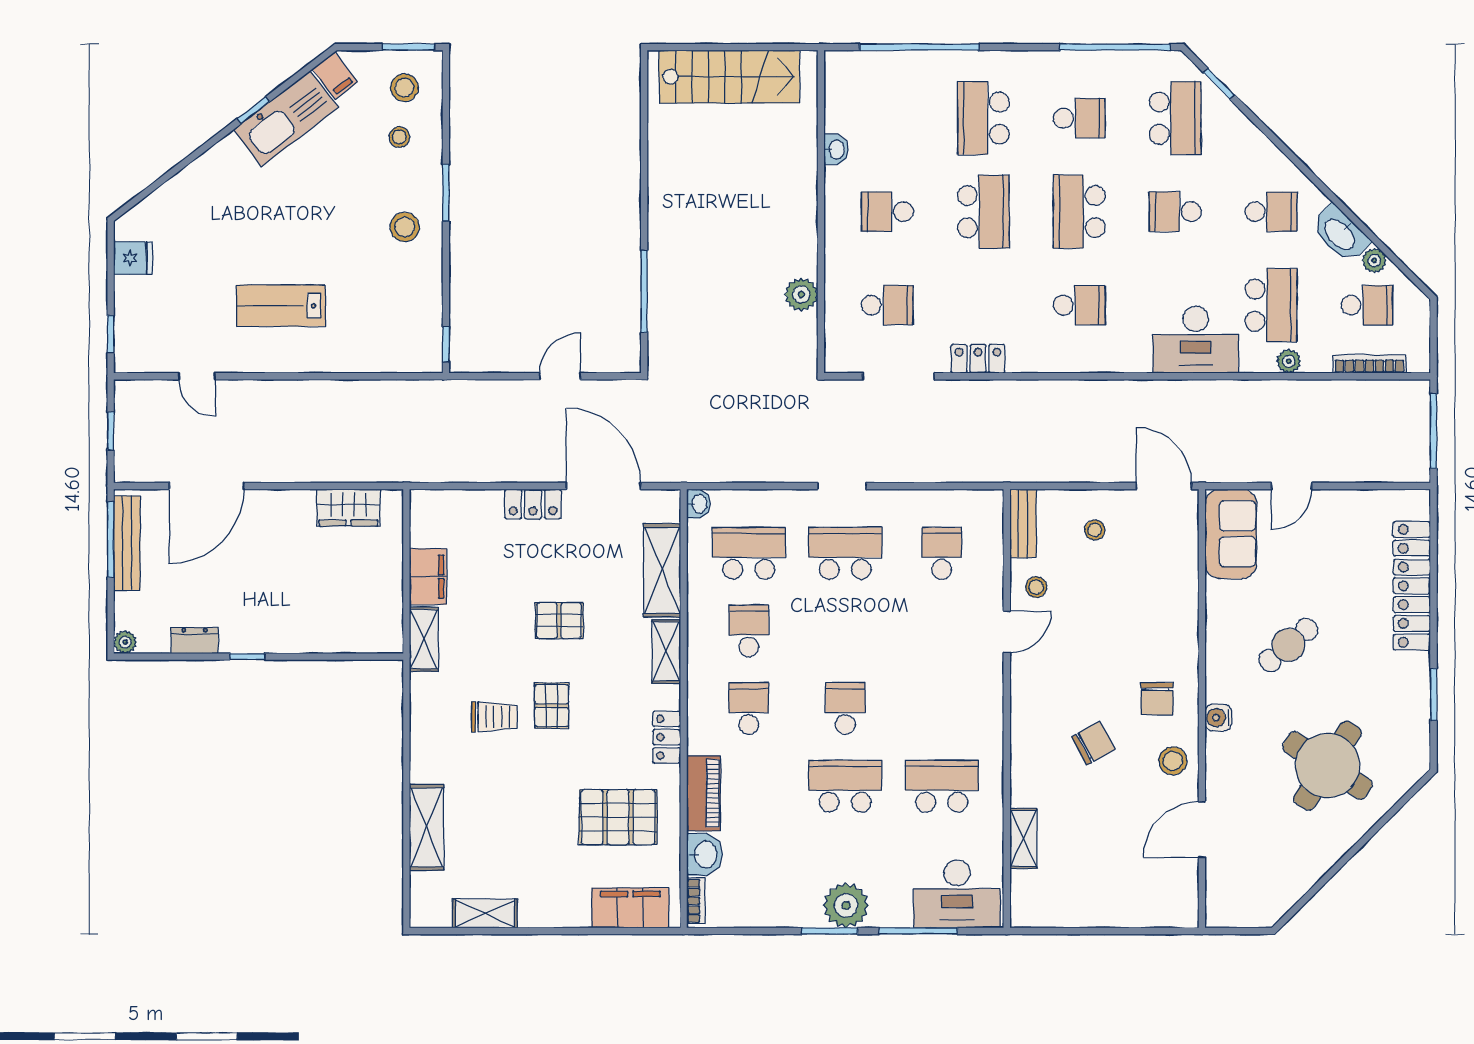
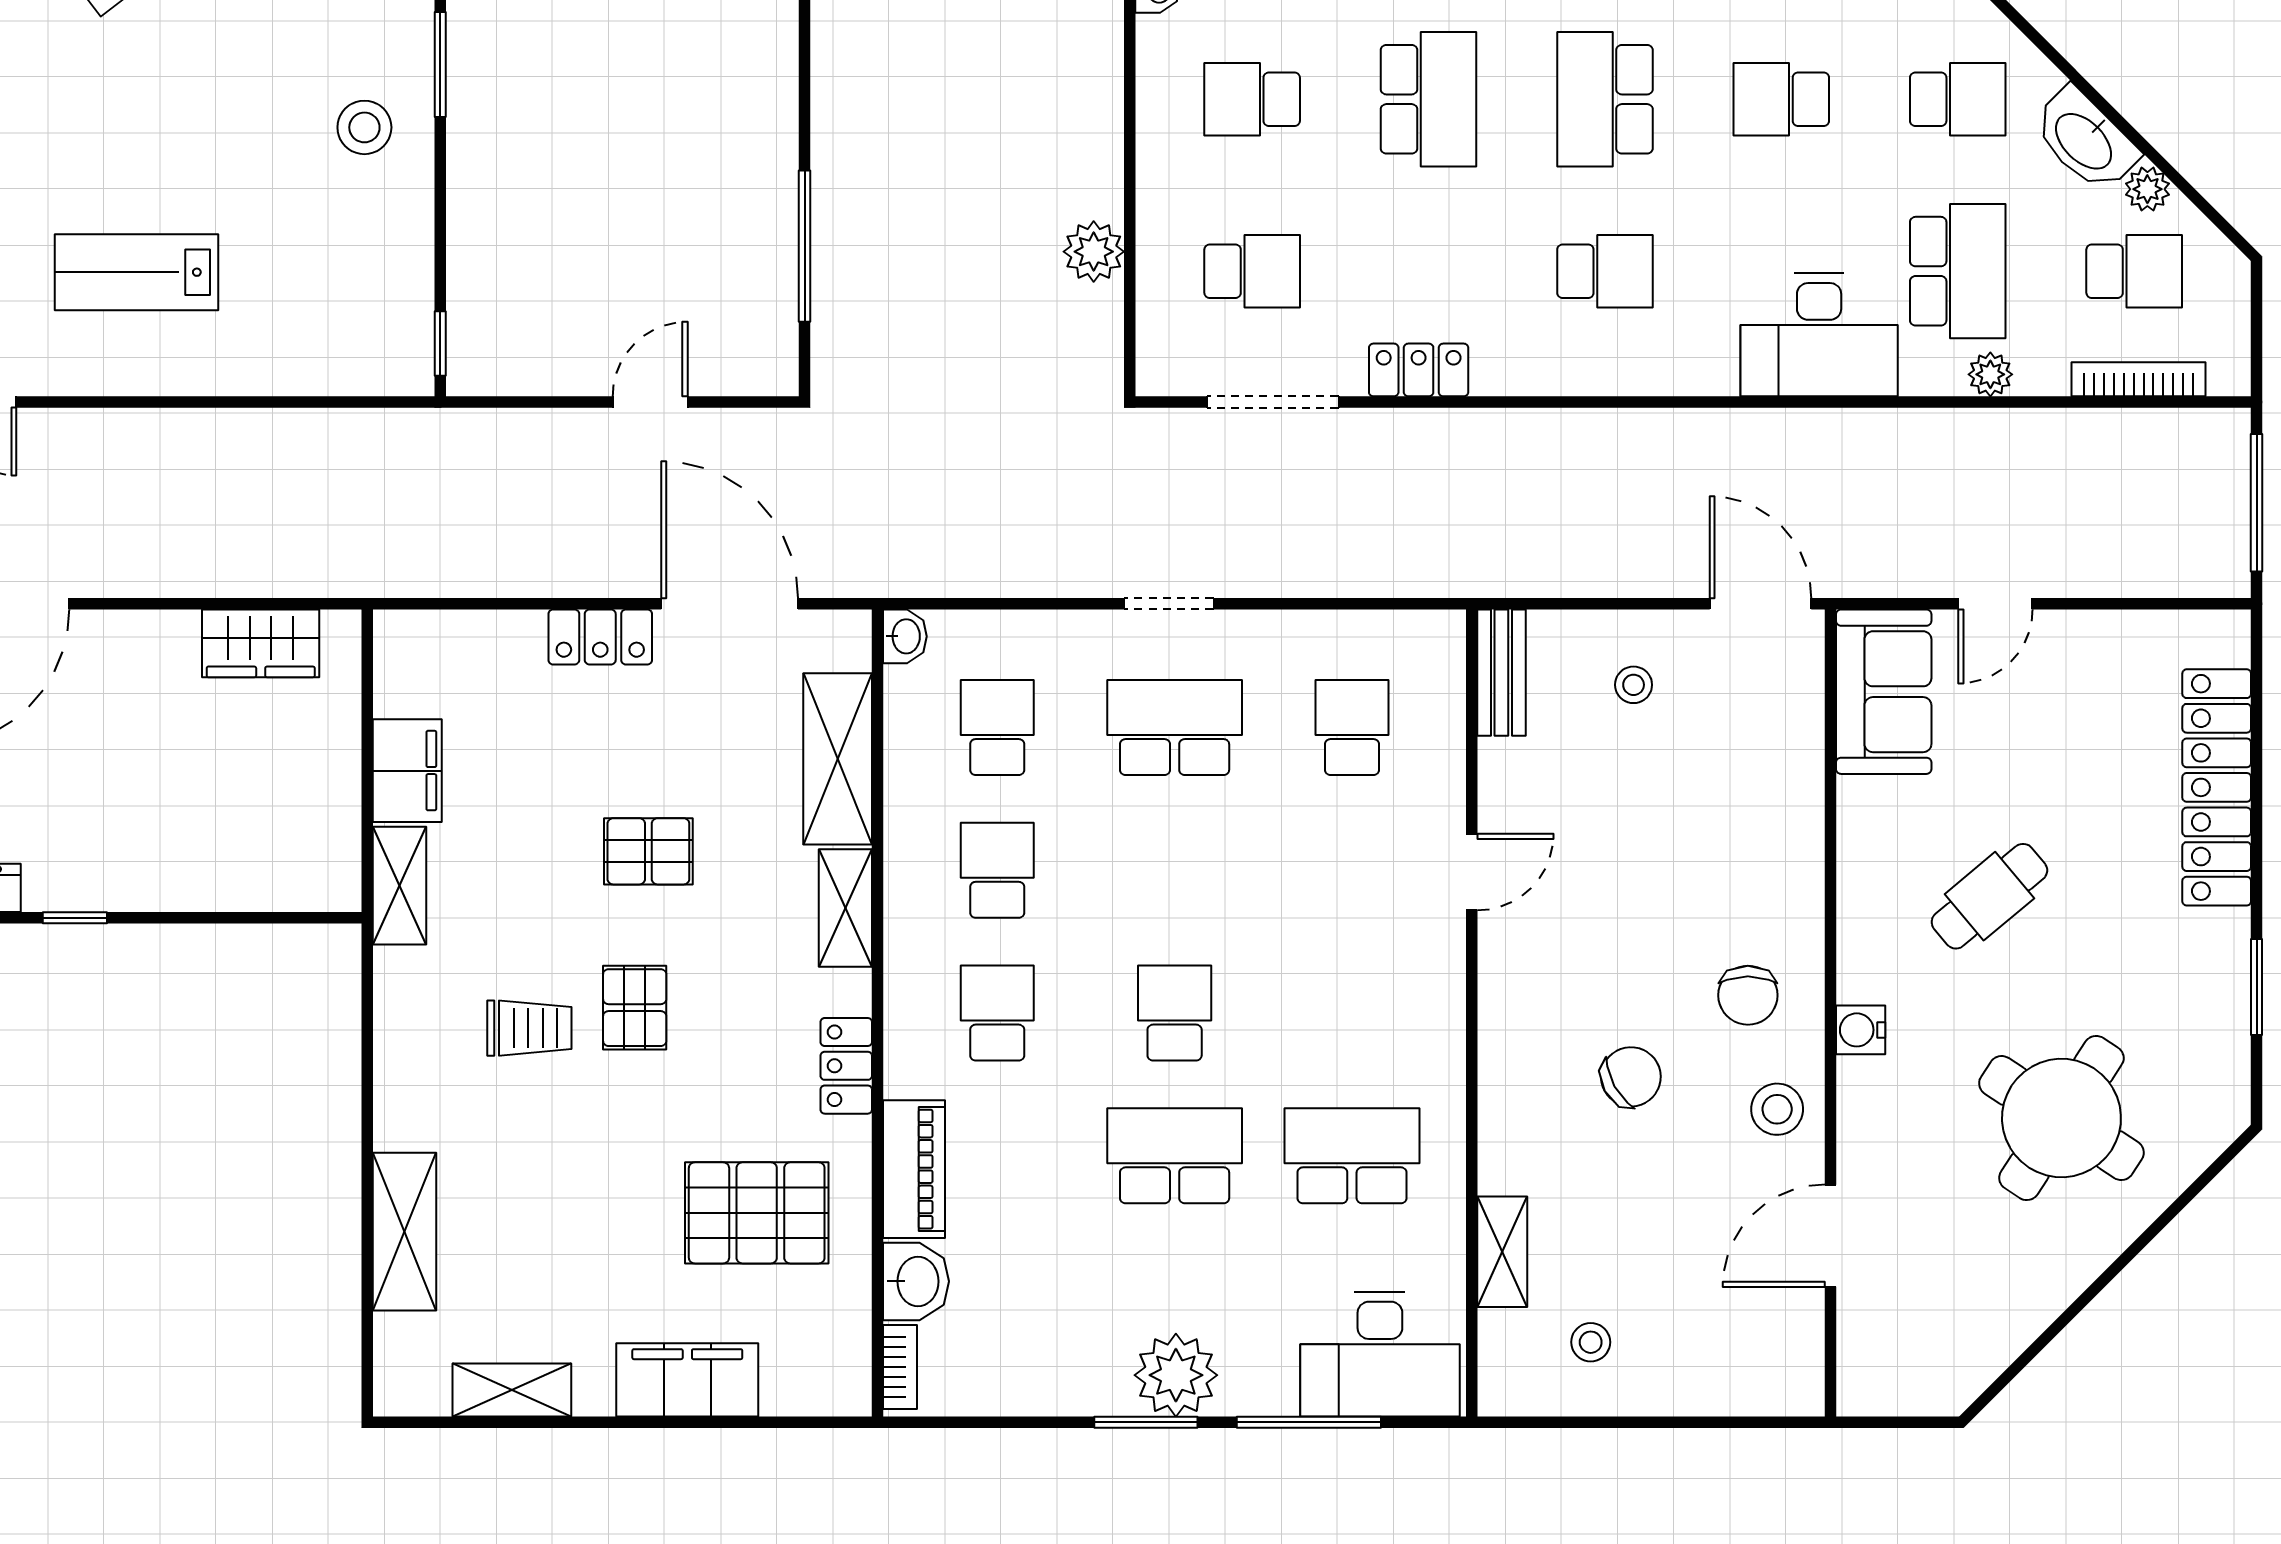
school desk: (749, 553) -> (997, 727), width x0.54
stool: (1036, 587) -> (1591, 1342), moved
filing cabinet: (630, 908) -> (687, 1380), moved

